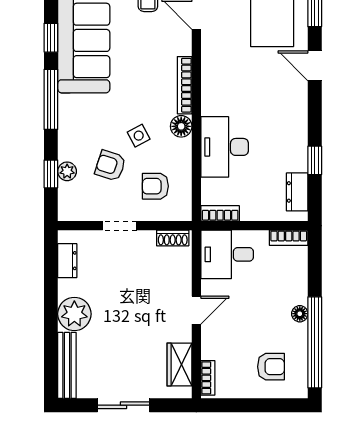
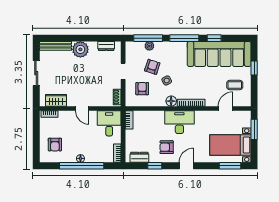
door: (315, 66) -> (186, 166), moved
armchair: (276, 136) -> (167, 147), added
desk: (225, 147) -> (179, 122), moved
window: (51, 174) -> (148, 38), width x2.17
window: (315, 342) -> (82, 166), moved

